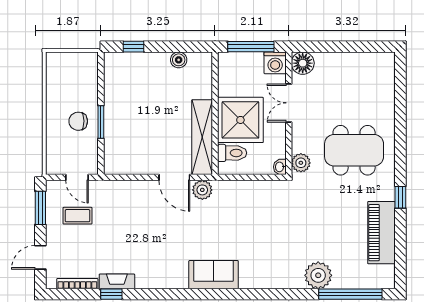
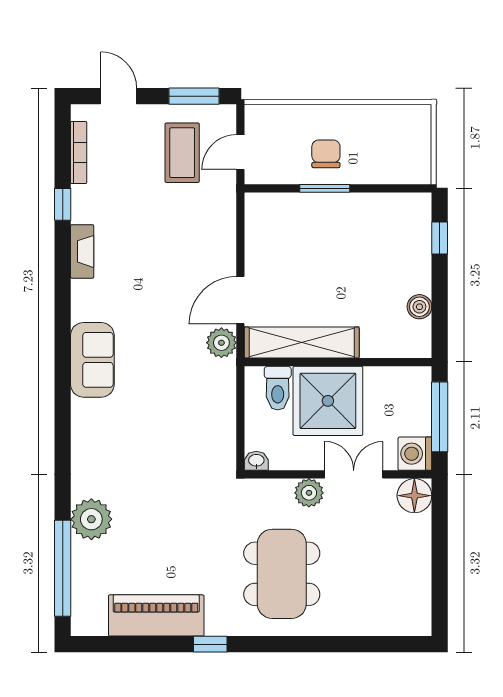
plant: (301, 163) -> (309, 493), moved
coffee table: (78, 216) -> (182, 153), width x1.36, depth x1.30
fireplace: (117, 281) -> (82, 251), moved

